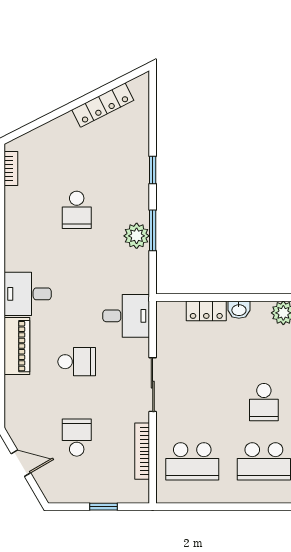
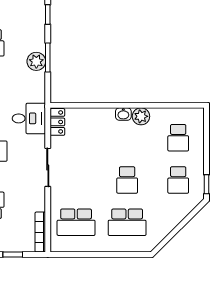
washbasin: (239, 310) -> (123, 114), moved
locker: (206, 311) -> (57, 122), moved, turned -90
bookcase: (142, 451) -> (40, 232), moved

